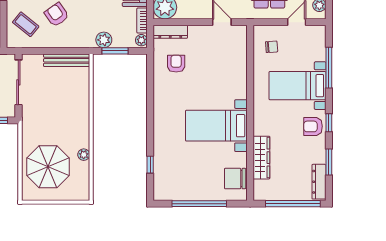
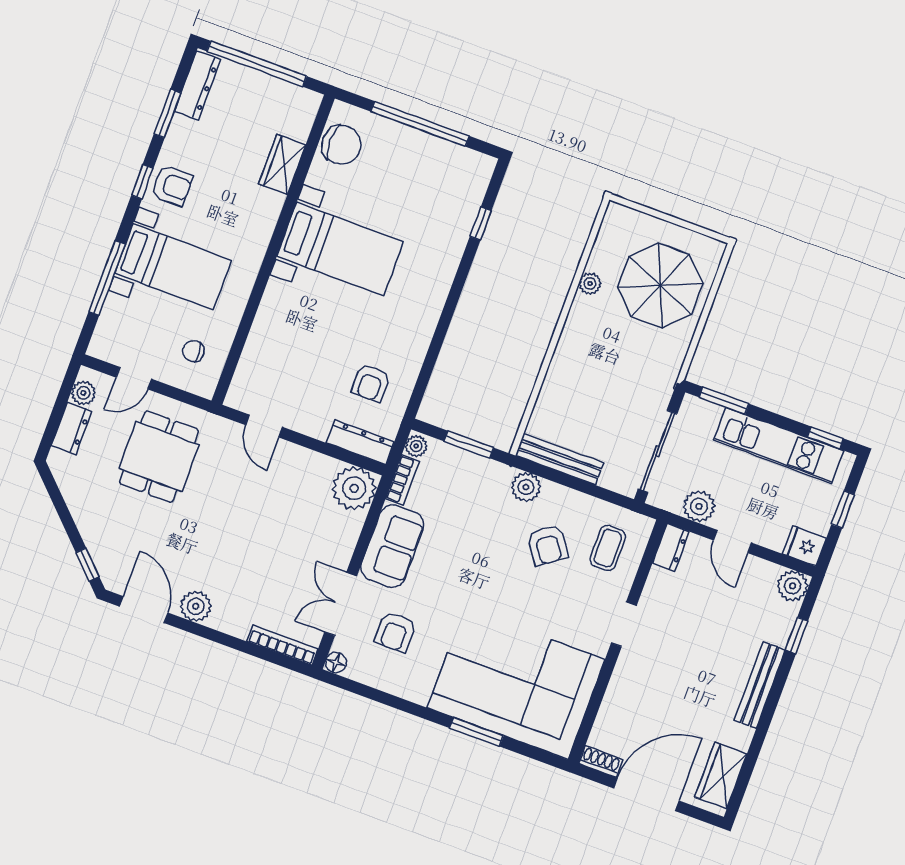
coffee table: (26, 24) -> (608, 548), turned 51
plant: (104, 40) -> (526, 487), moved
wardrobe: (261, 158) -> (282, 164), width x0.67

